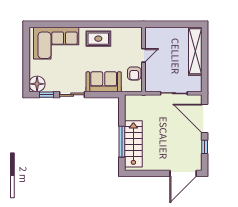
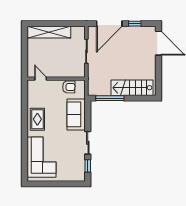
door: (144, 55) -> (41, 79), moved
floor lamp: (37, 84) -> (78, 174), removed
window: (122, 142) -> (110, 98), moved

